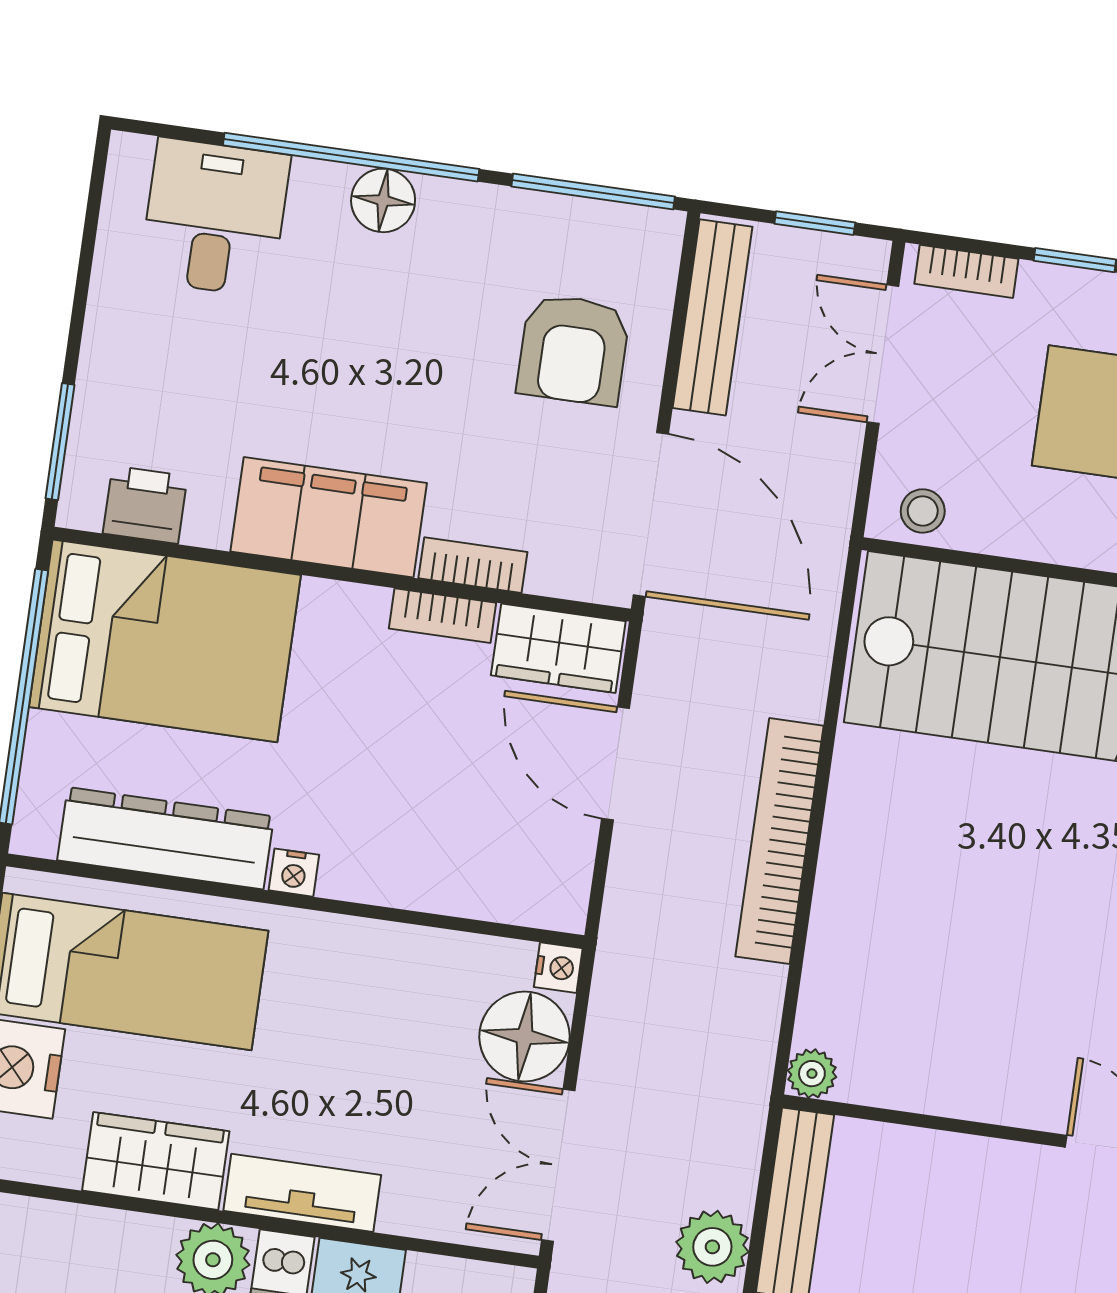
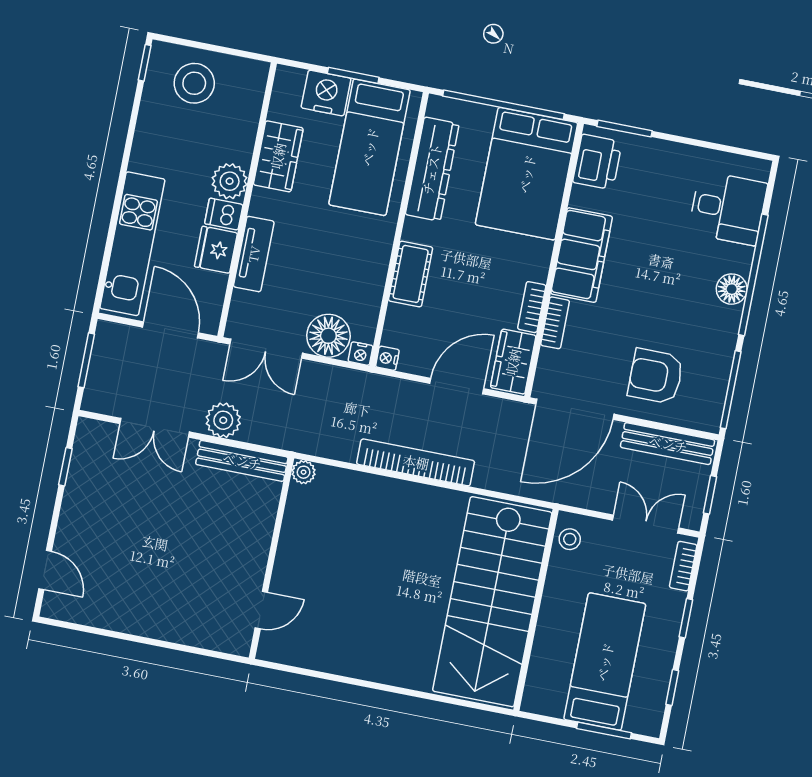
printer: (145, 505) -> (597, 162), width x1.36, depth x1.24
cot: (387, 872) -> (411, 274), added
nightstand: (294, 873) -> (387, 358), moved
double door: (558, 1165) -> (266, 349), swing flipped
tv unit: (302, 1193) -> (254, 254), moved

